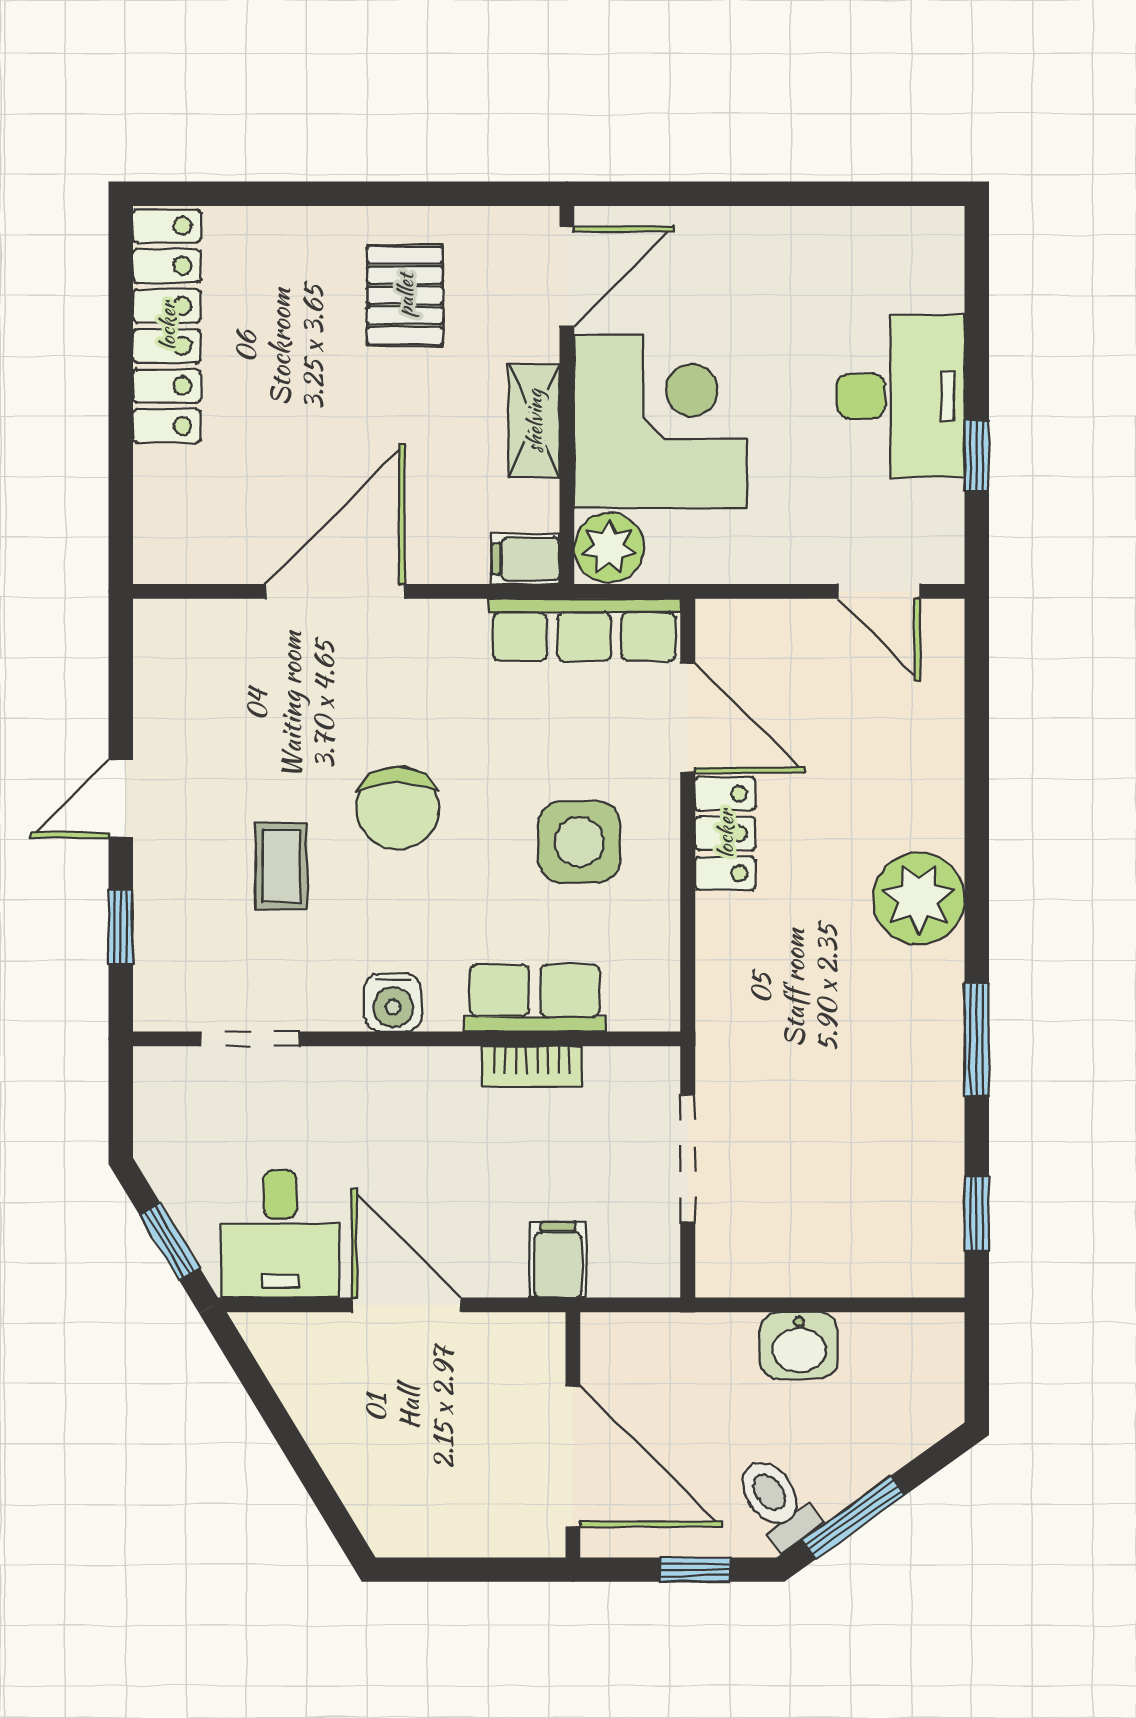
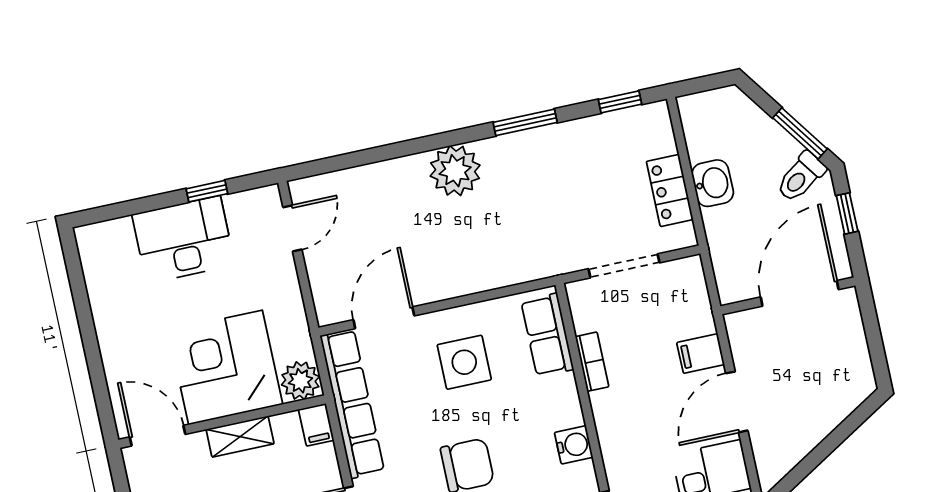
row of seats: (584, 630) -> (352, 404), width x1.36
locker: (725, 834) -> (670, 190), moved, turned -90
row of seats: (535, 998) -> (547, 335), moved
filing cabinet: (558, 1260) -> (701, 354), moved

